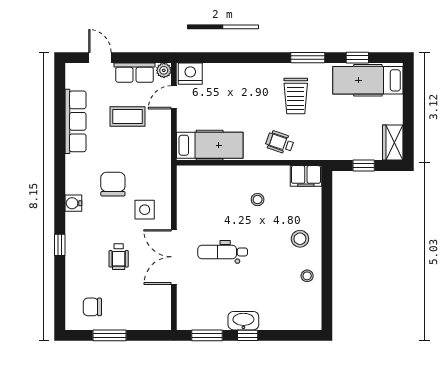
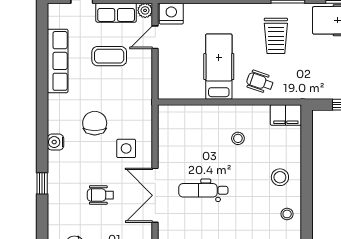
hospital bed: (210, 145) -> (219, 67), moved, turned -90
wheelchair: (119, 257) -> (100, 195), turned 90

